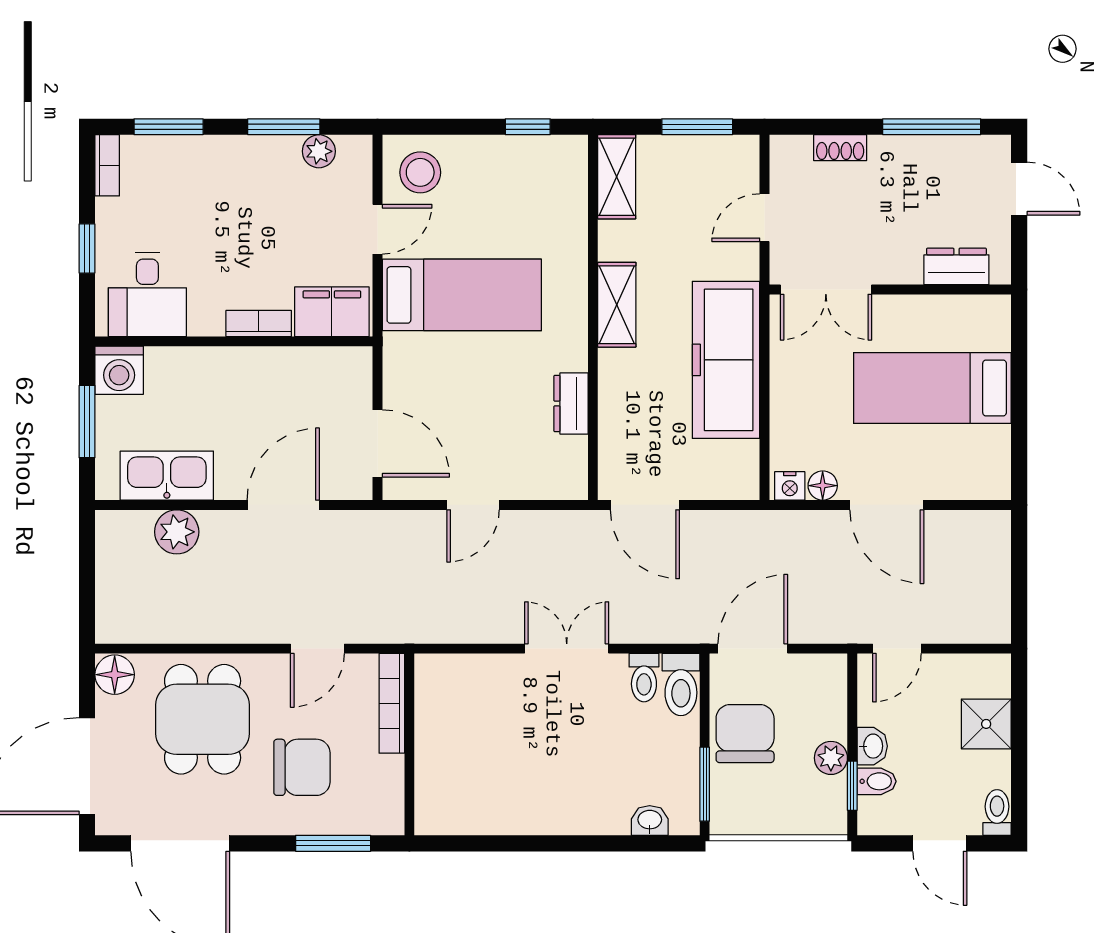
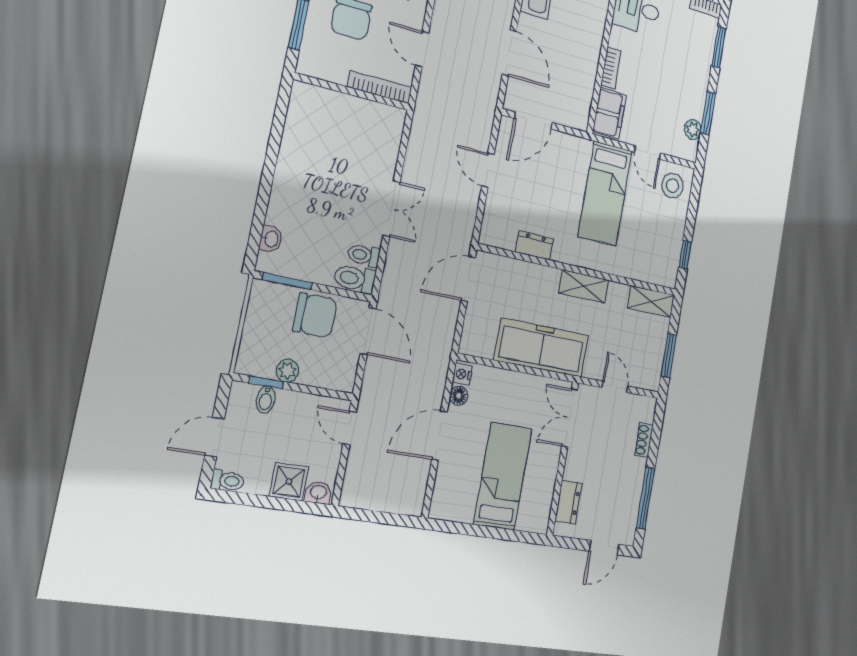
washbasin: (872, 746) -> (318, 493), moved, turned 180

